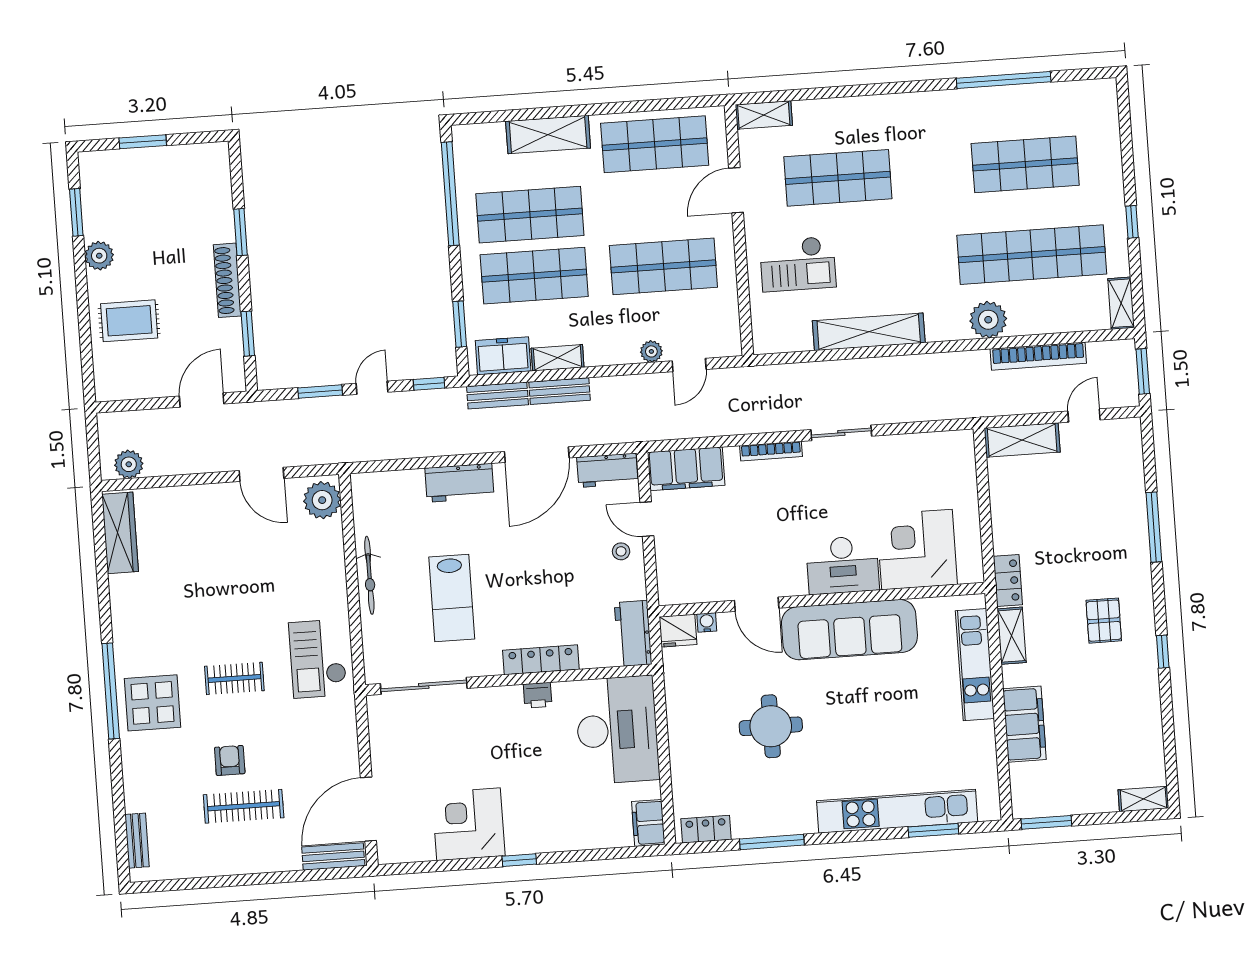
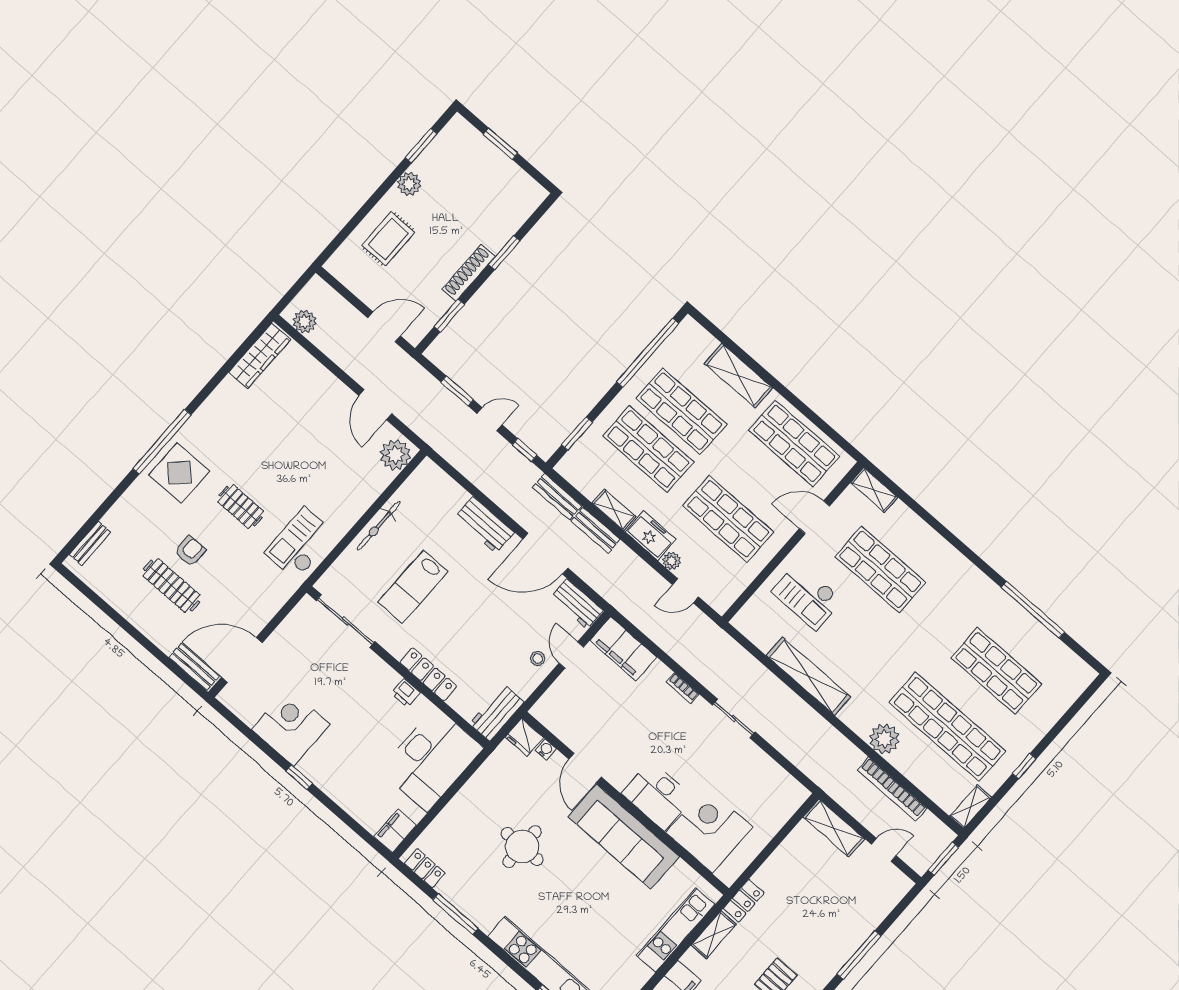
rug: (129, 321) -> (388, 239), turned 90
freezer: (503, 356) -> (651, 536), moved
bookcase: (771, 451) -> (683, 688), width x0.64

